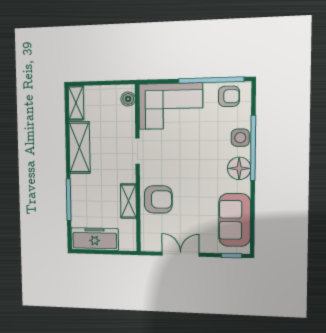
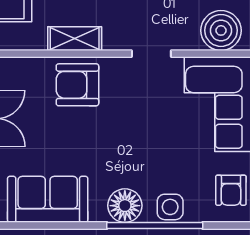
boiler: (128, 99) -> (221, 30), width x1.86, depth x1.86
armchair: (158, 199) -> (77, 85), turned 90

